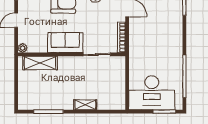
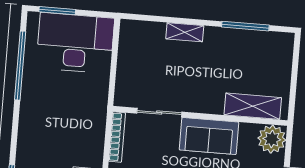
plant: (23, 48) -> (272, 139), width x1.88, depth x1.88

